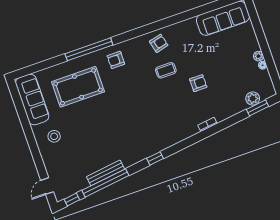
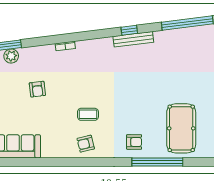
armchair: (198, 83) -> (37, 89), moved, turned -97
pool table: (78, 87) -> (181, 128), turned 90
bench: (105, 173) -> (133, 39), moved

